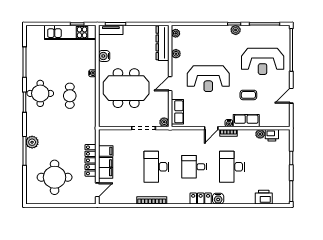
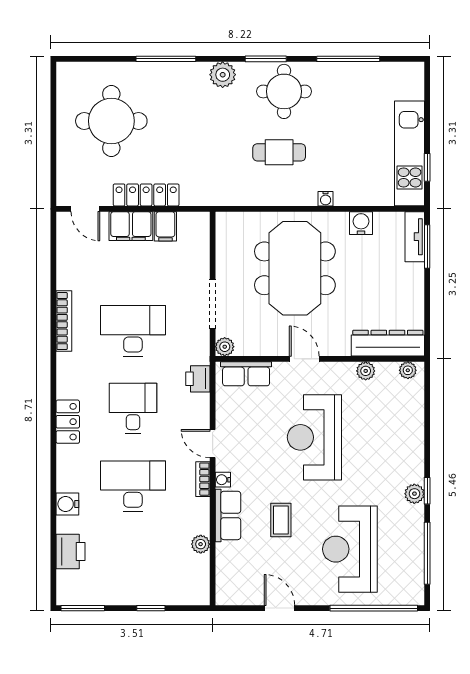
printer: (272, 135) -> (198, 379), moved
plant: (32, 142) -> (223, 75), moved
water cooler: (218, 199) -> (67, 504), moved

